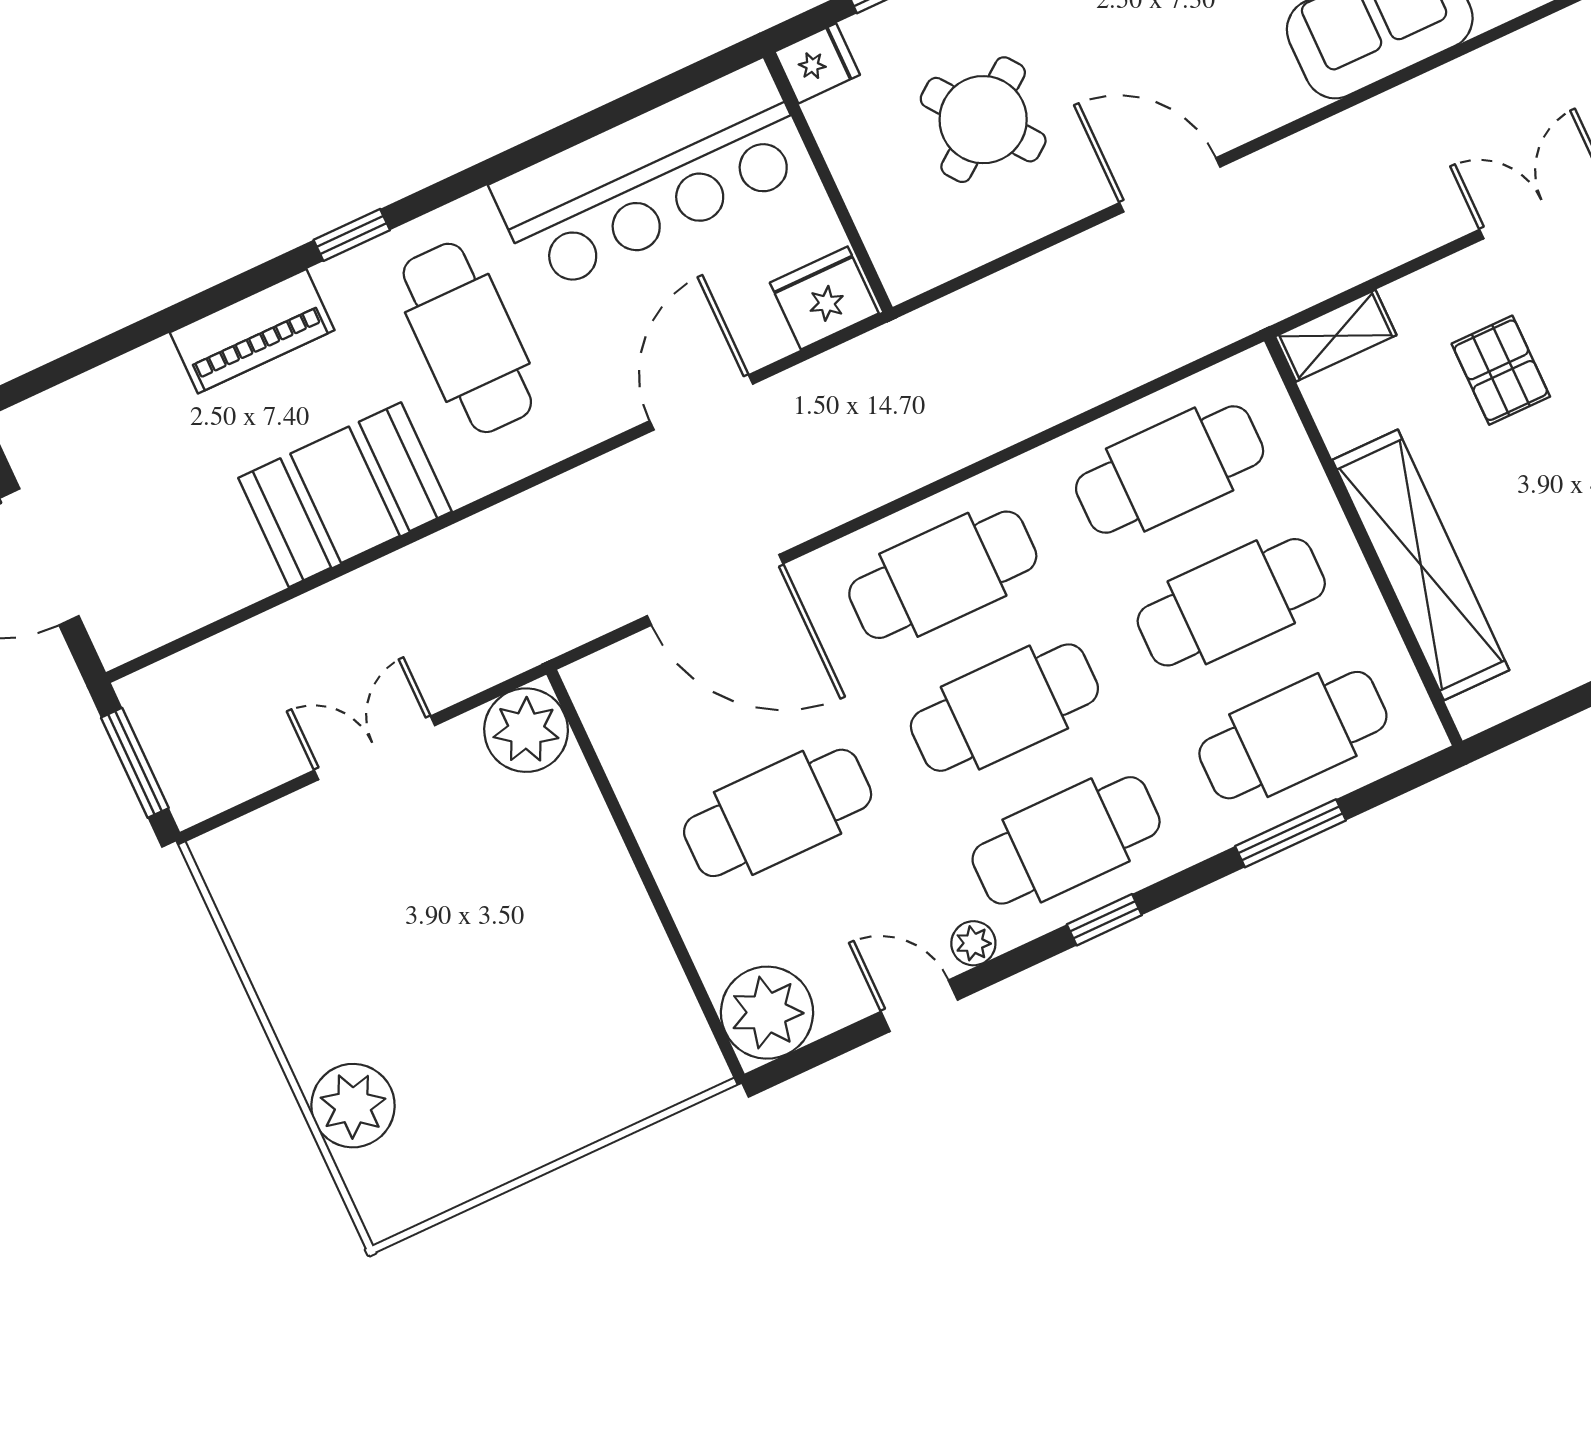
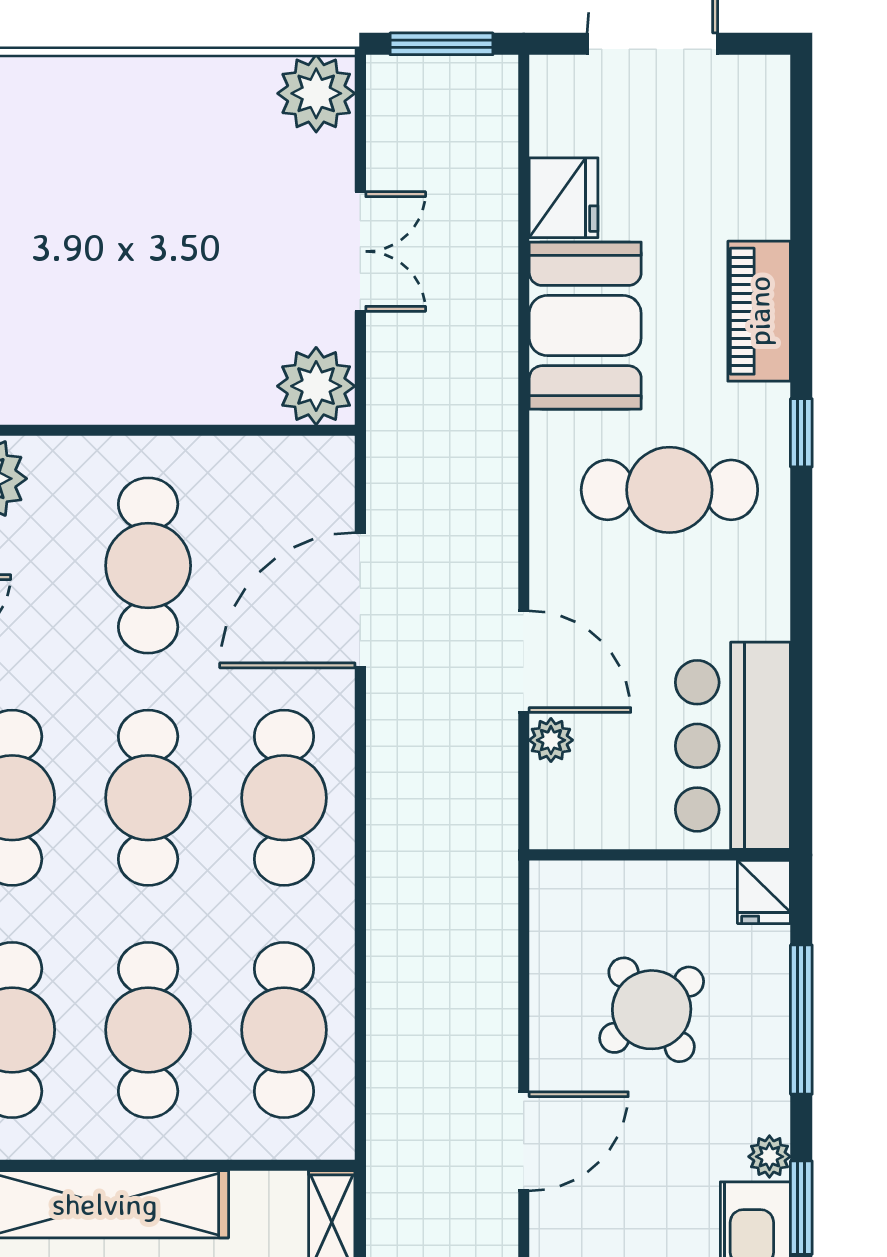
bar counter: (652, 177) -> (733, 746), width x0.73
fridge: (824, 298) -> (564, 198), moved
plant: (765, 340) -> (551, 740), added
plant: (353, 1106) -> (316, 93), moved

